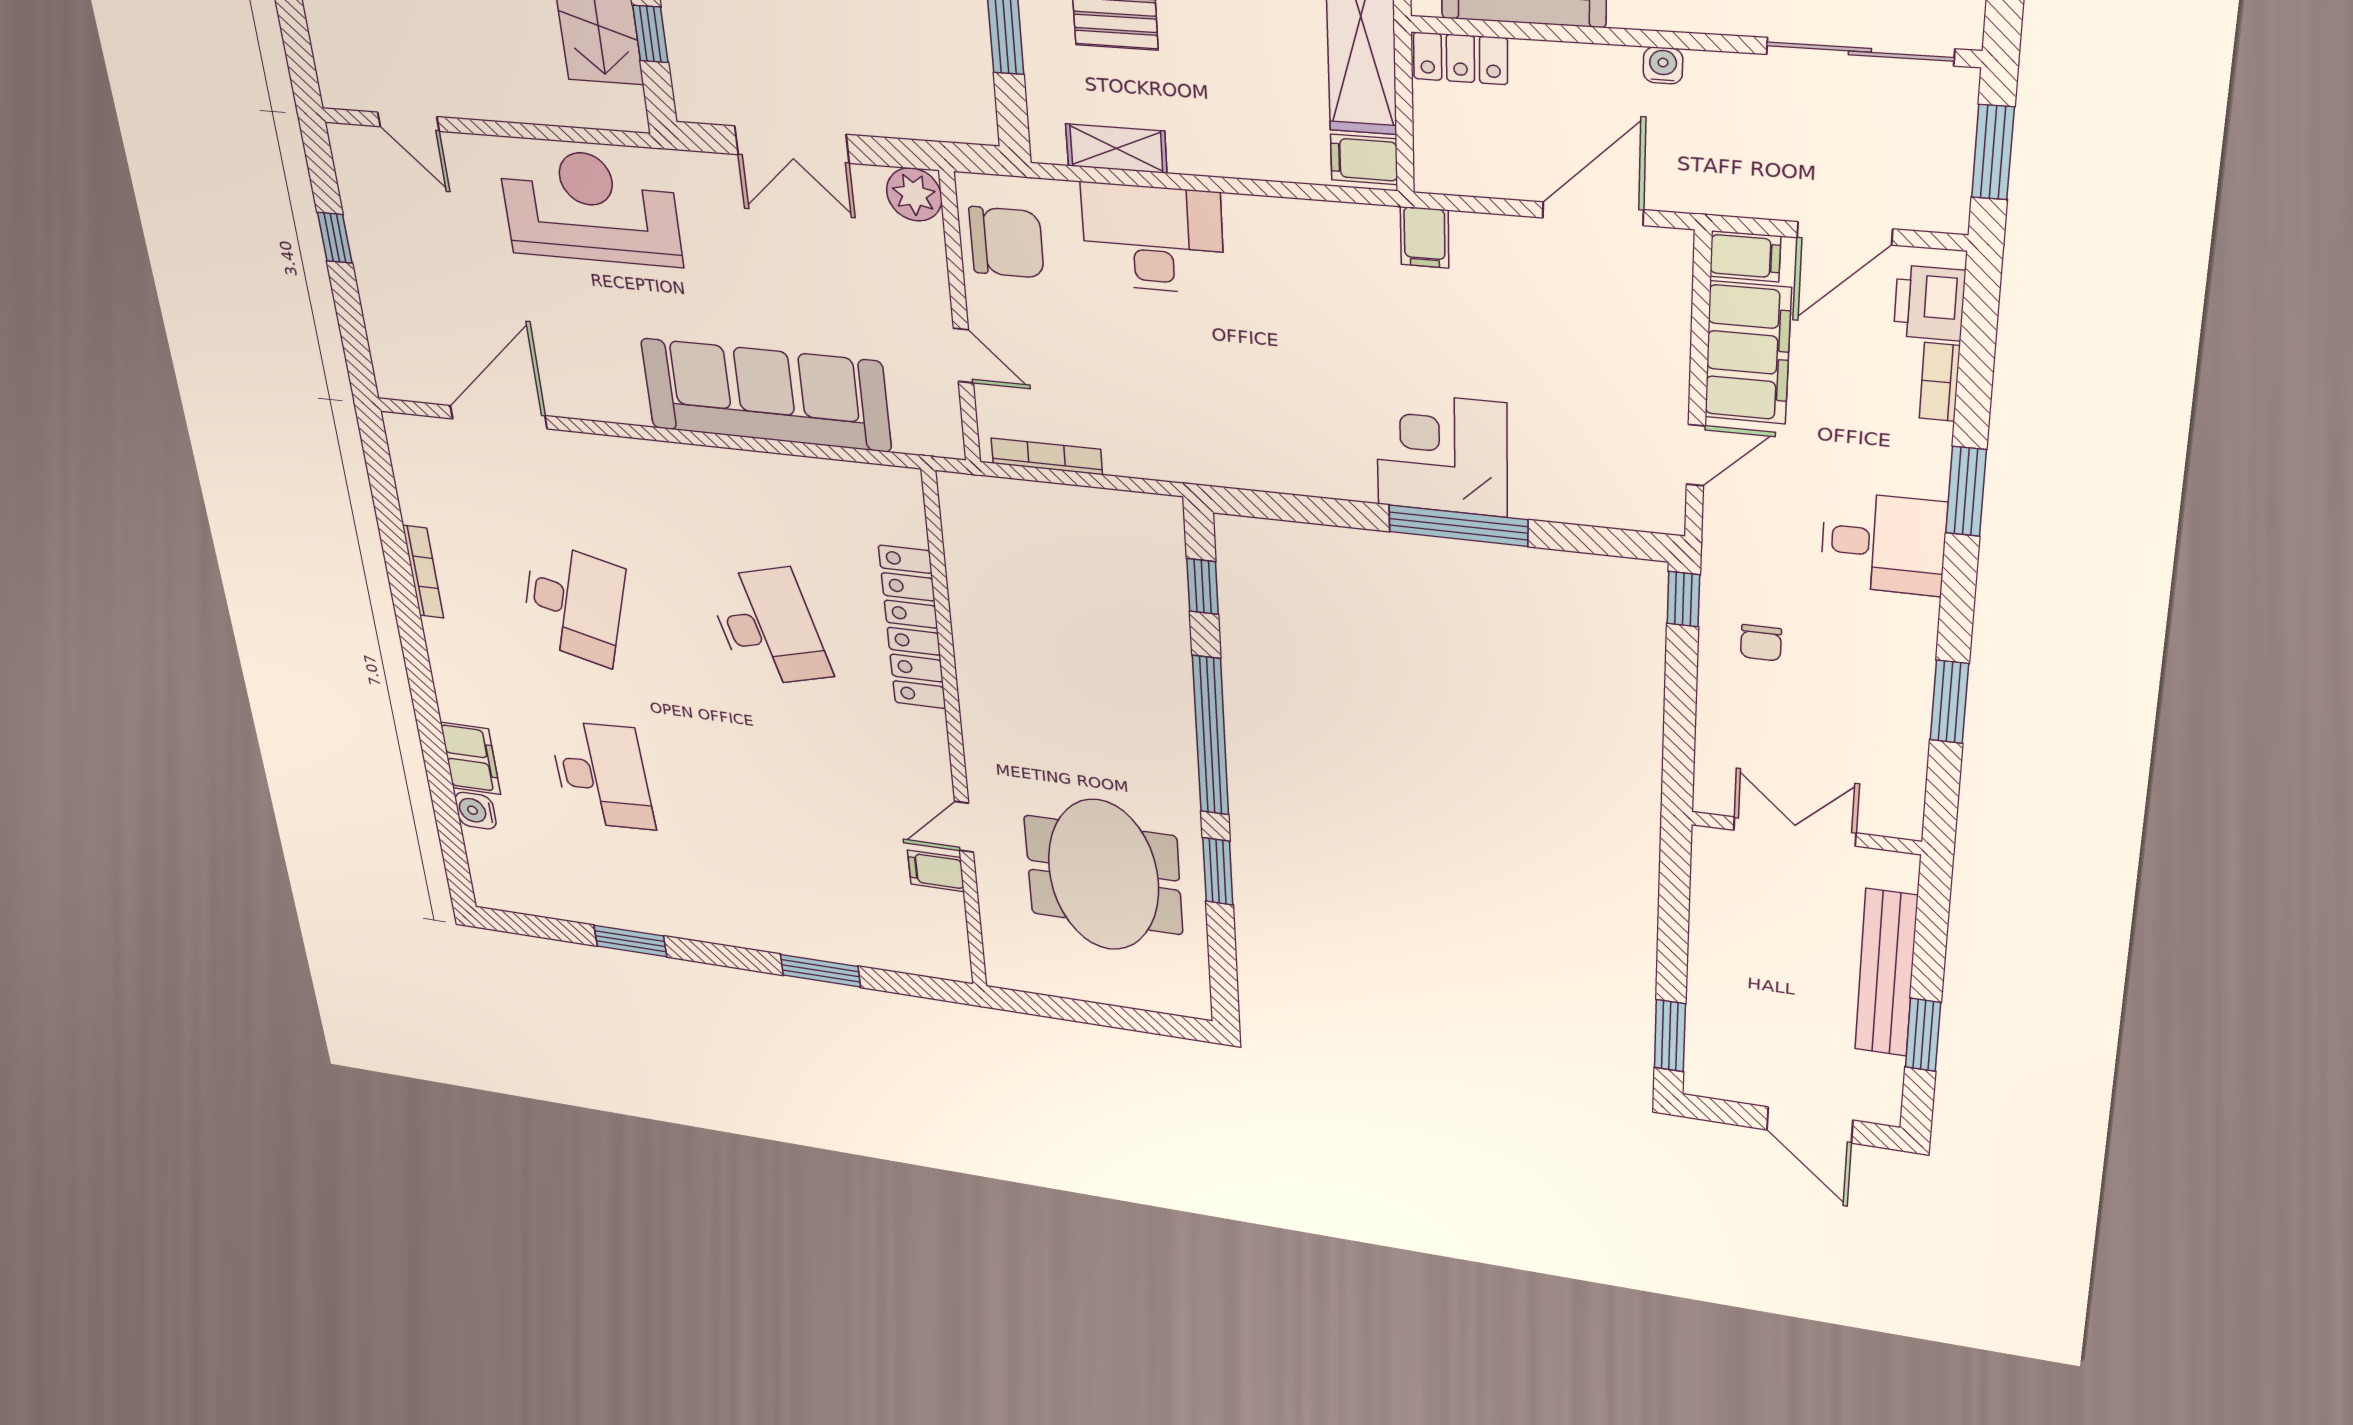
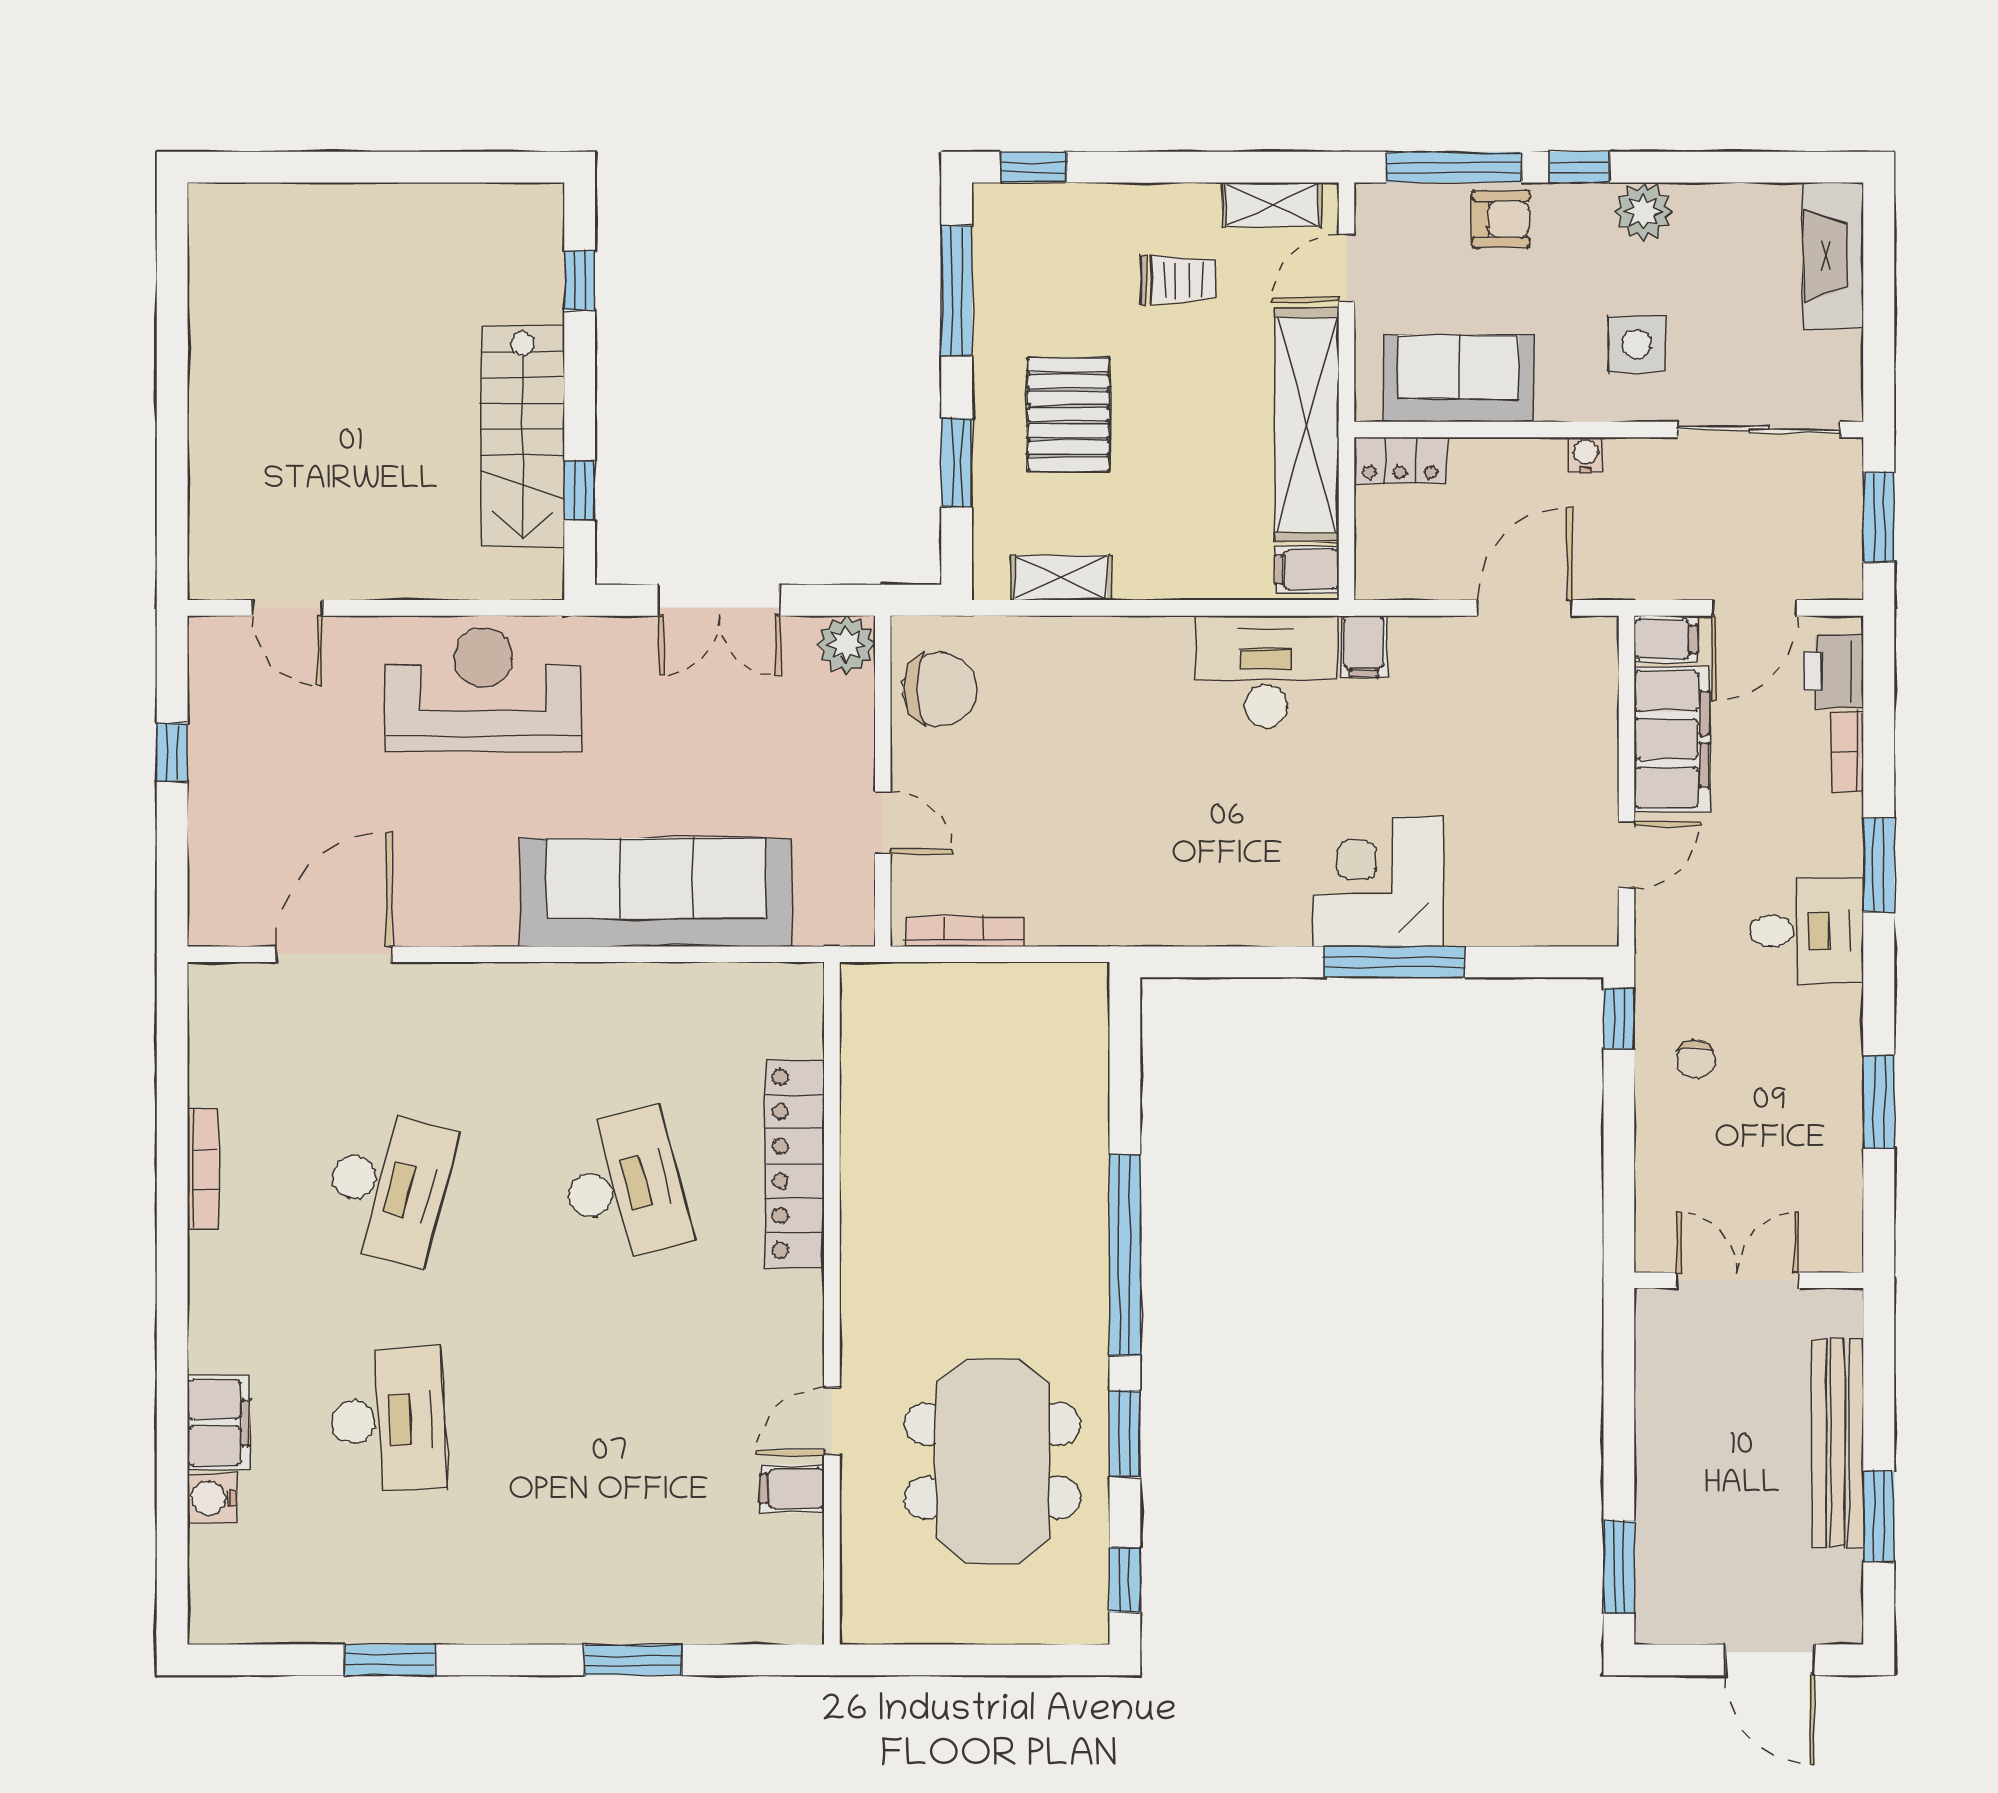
desk: (1153, 238) -> (1266, 671), moved
window: (1203, 586) -> (1125, 1580), moved

